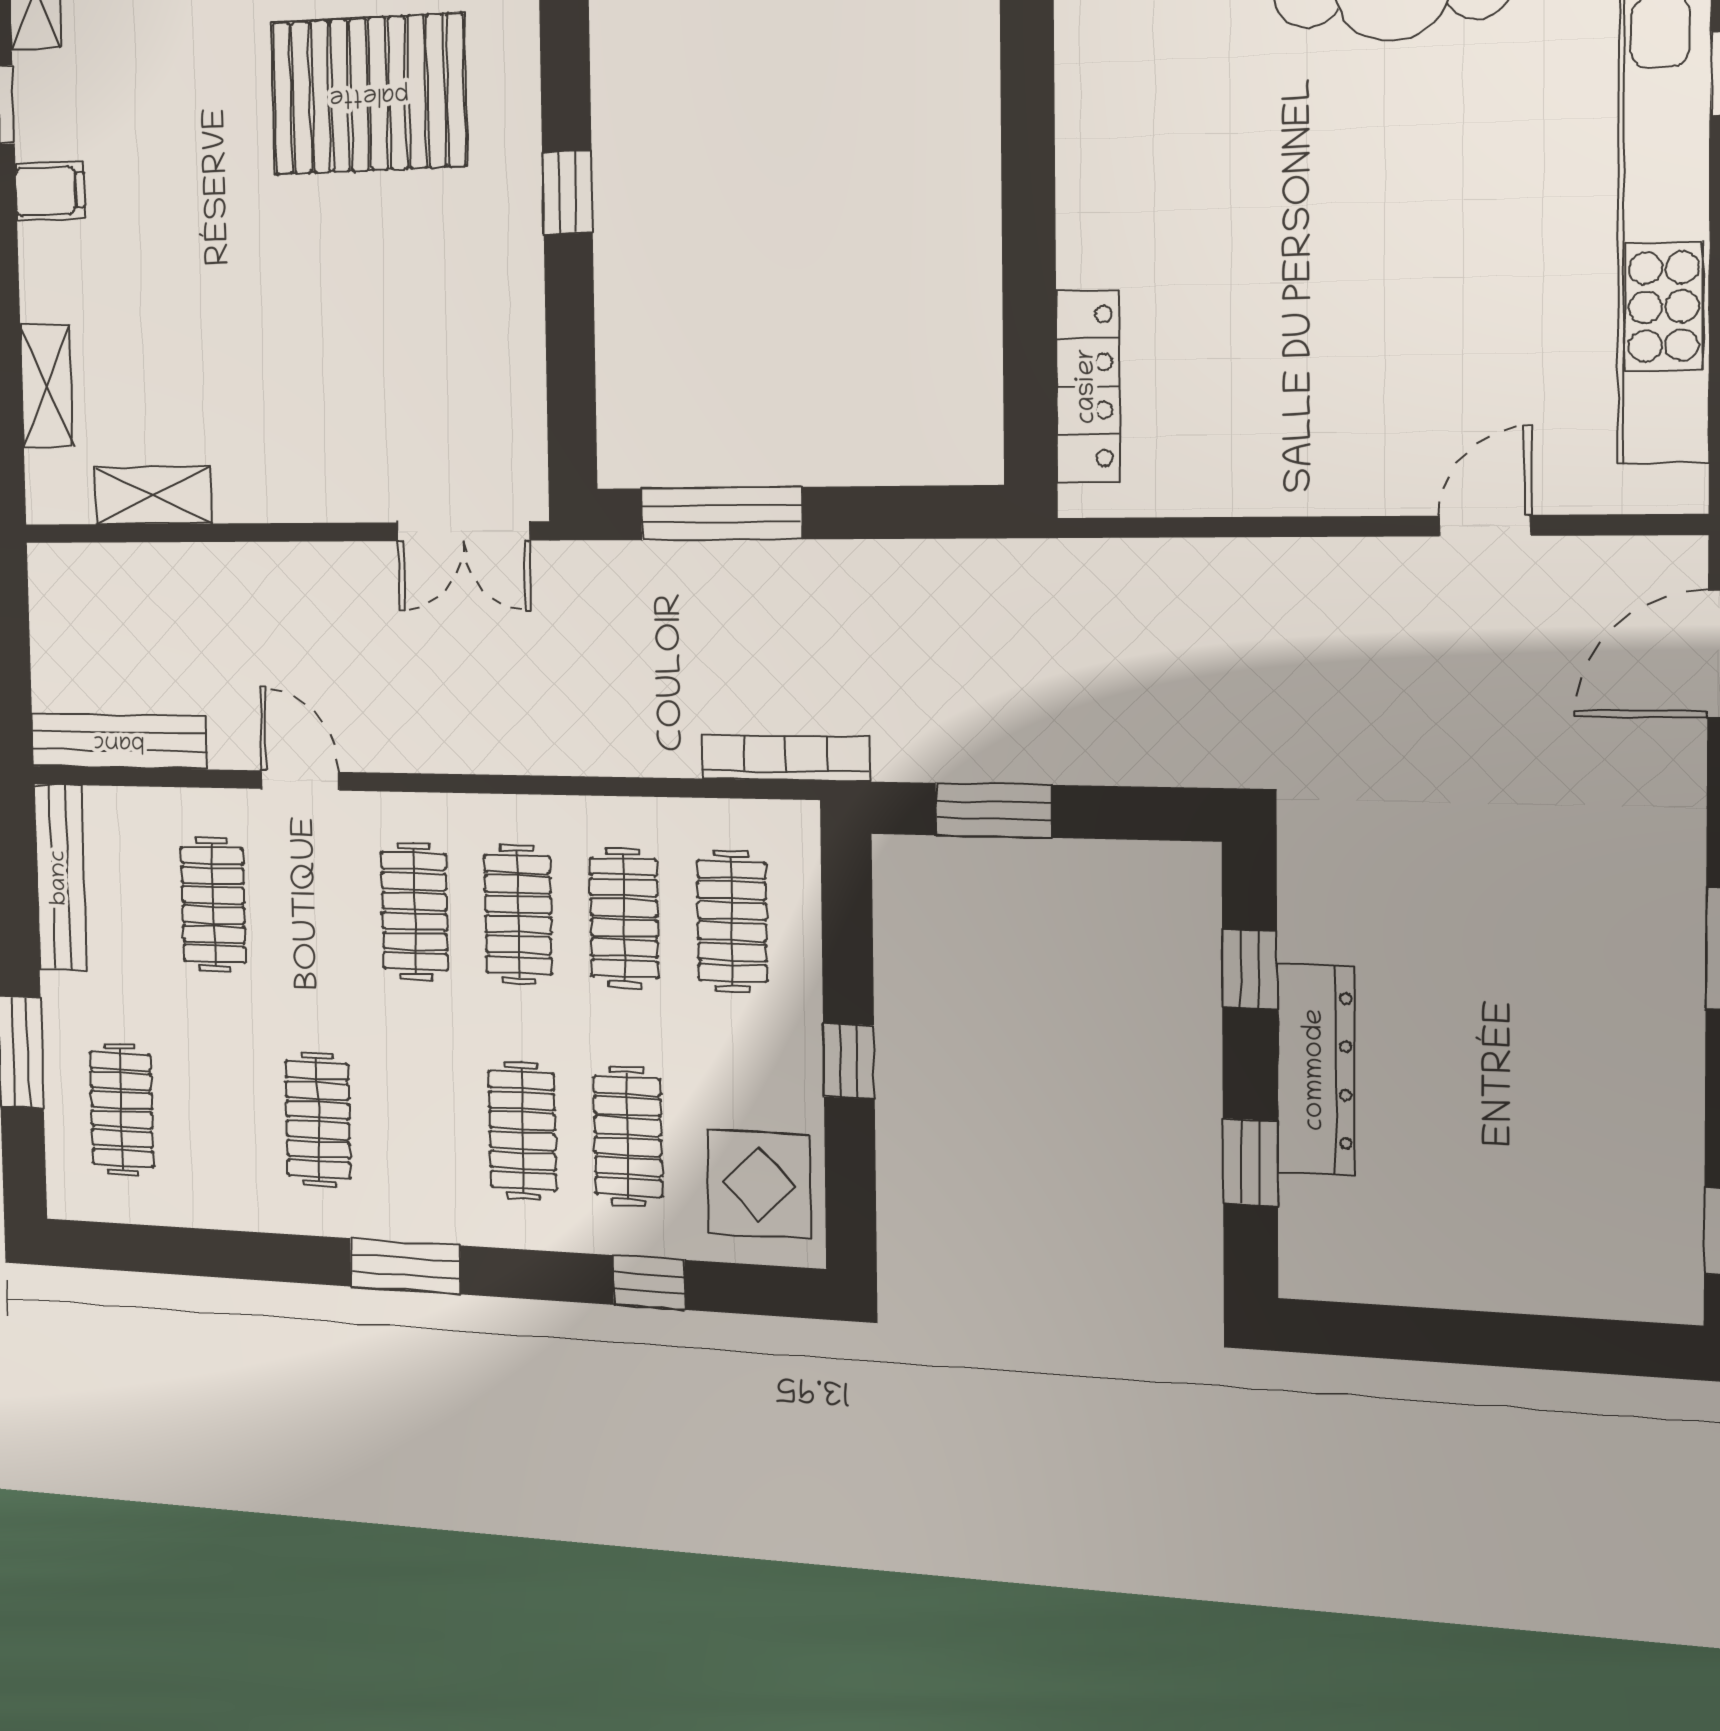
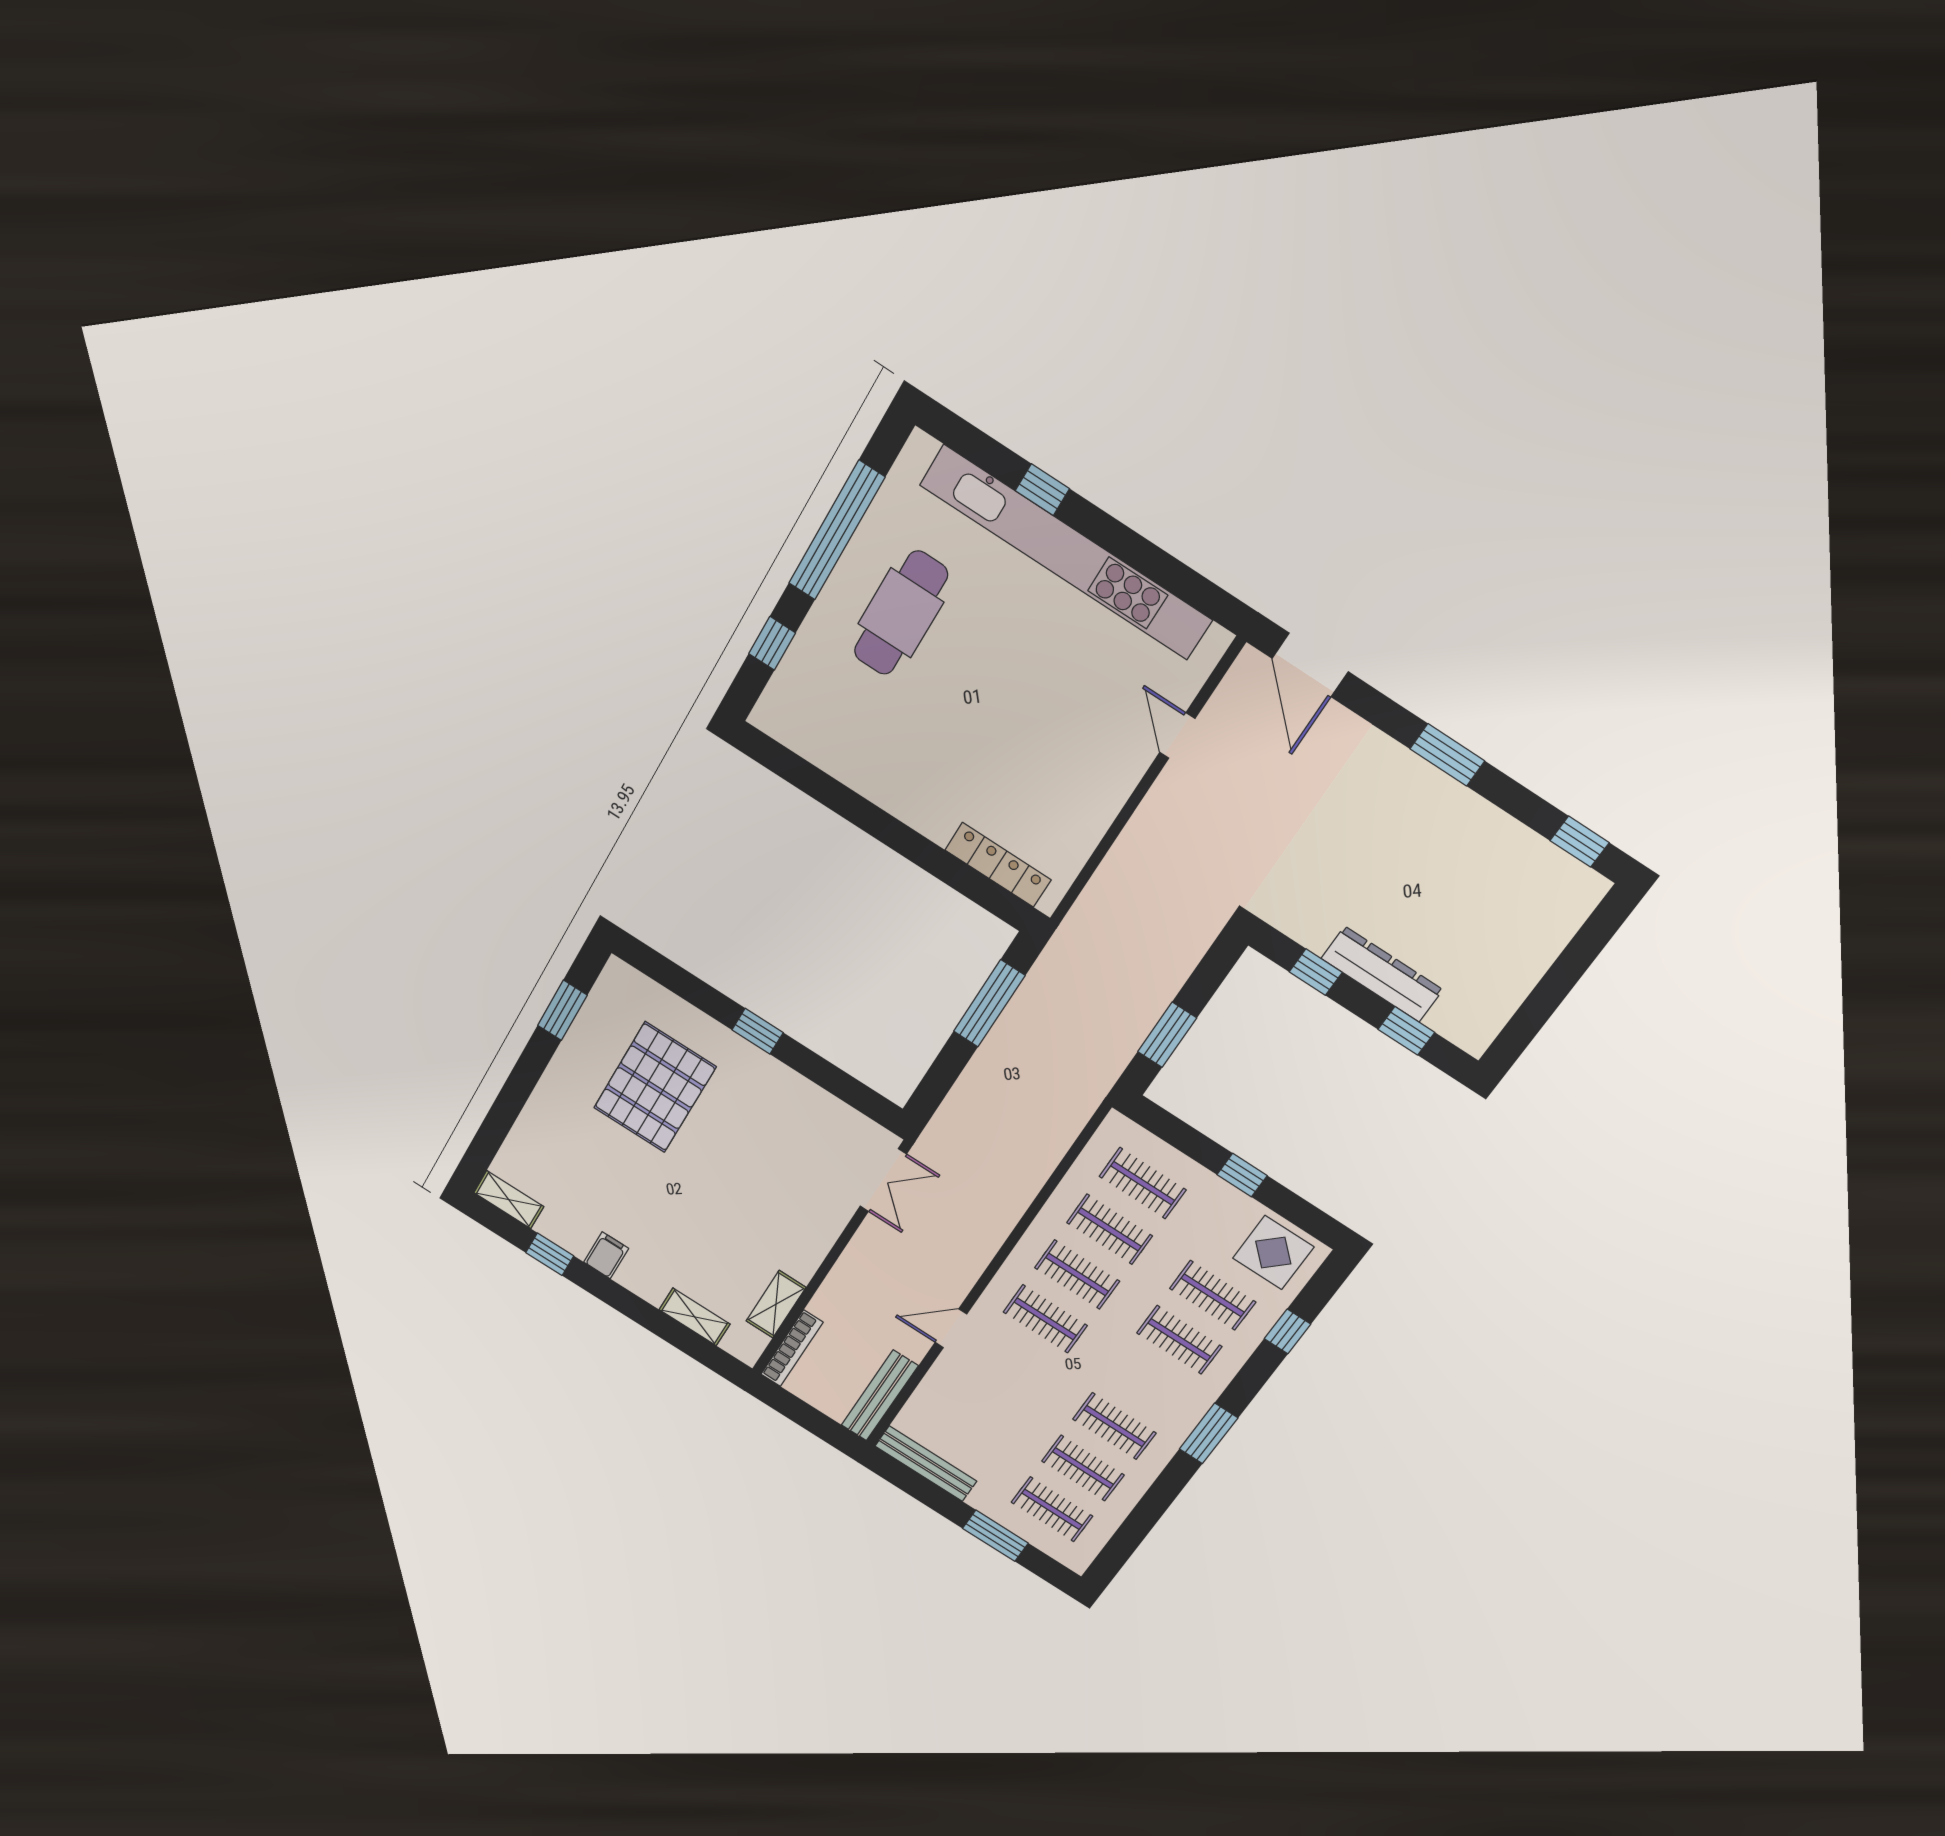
window: (721, 514) -> (989, 1003), moved
bookcase: (786, 758) -> (792, 1348), moved, turned 180
clothes rail: (213, 905) -> (1083, 1468), moved

